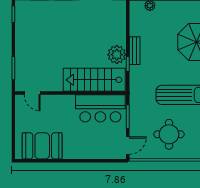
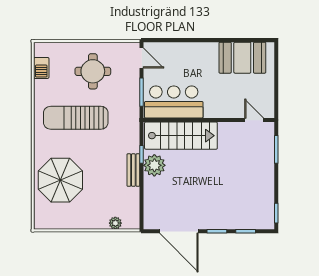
door: (128, 146) -> (142, 58), swing flipped

